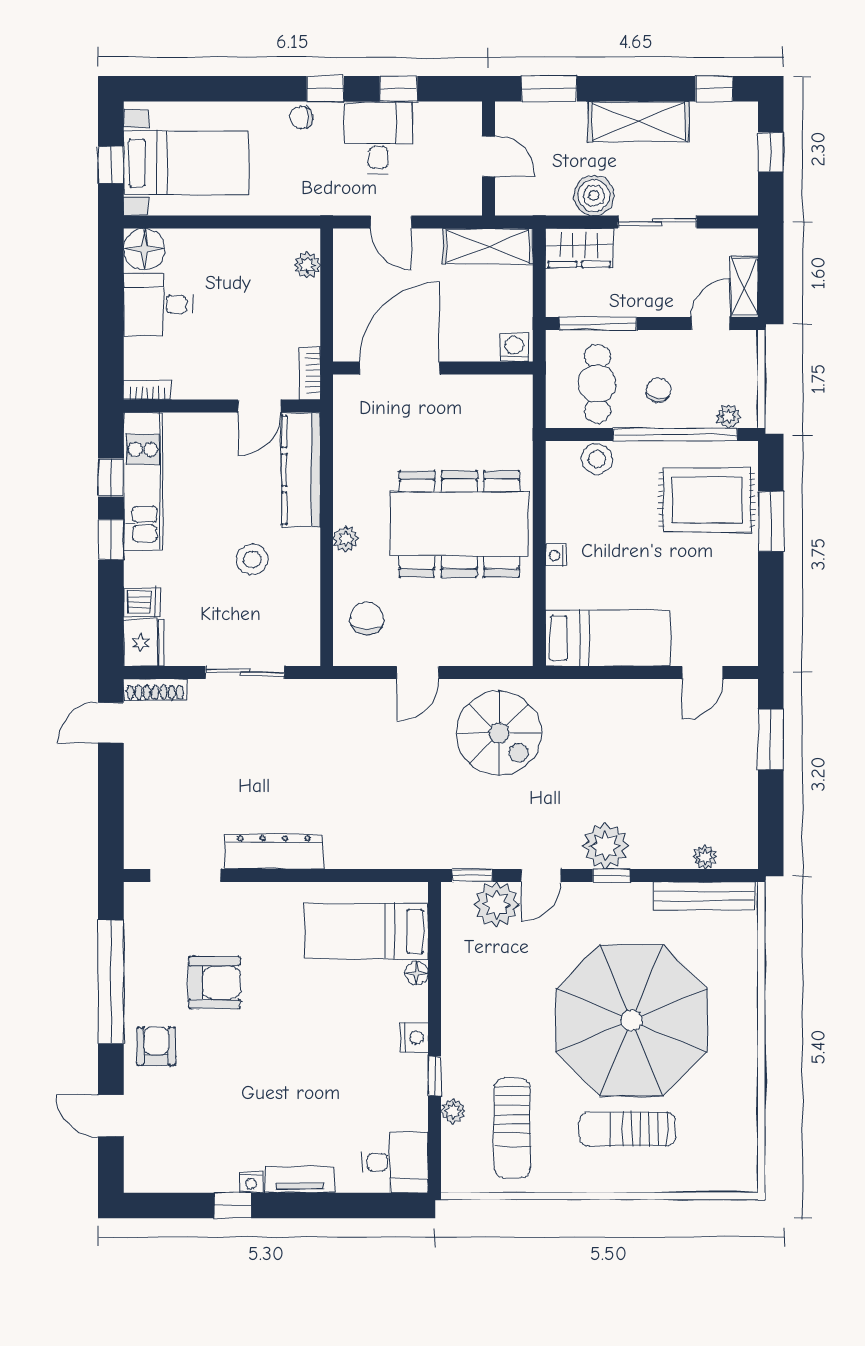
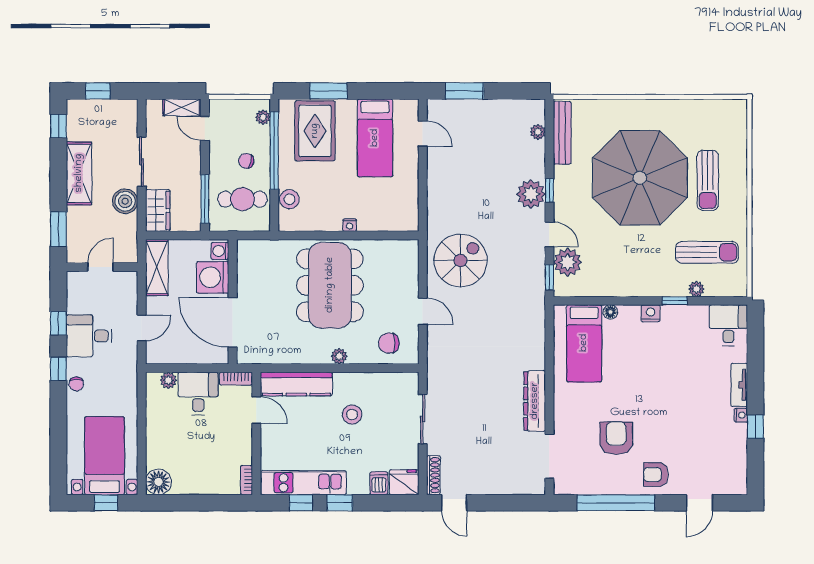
desk: (158, 304) -> (198, 393), moved, turned 180
washing machine: (472, 336) -> (213, 277), added
bed: (608, 638) -> (375, 138), moved, turned 180

